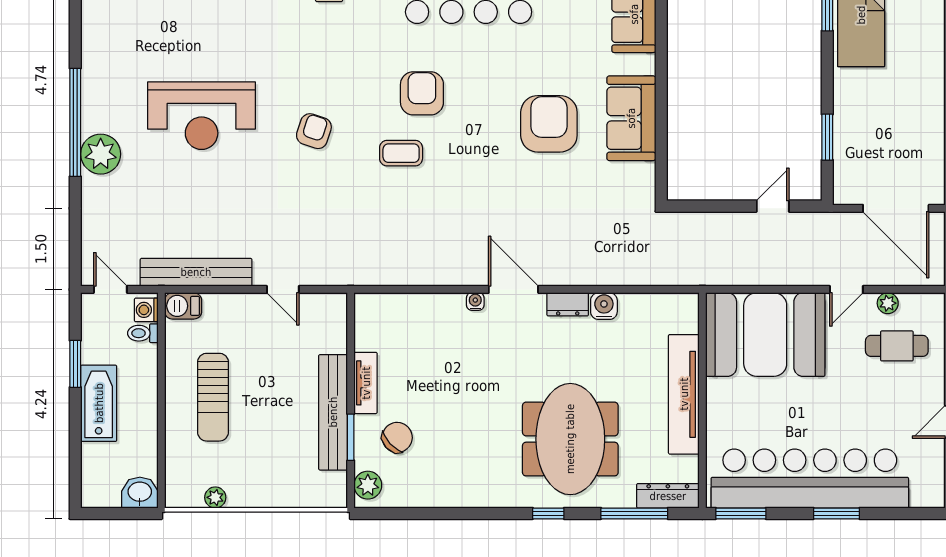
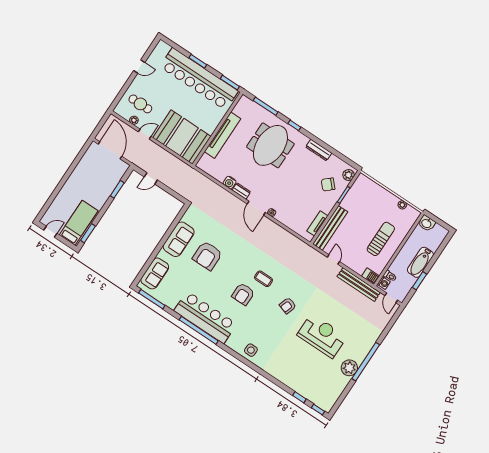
plant: (101, 154) -> (349, 368), moved
tv unit: (366, 383) -> (317, 223), moved
bench: (333, 412) -> (330, 228), moved
dresser: (668, 496) -> (319, 150), moved

